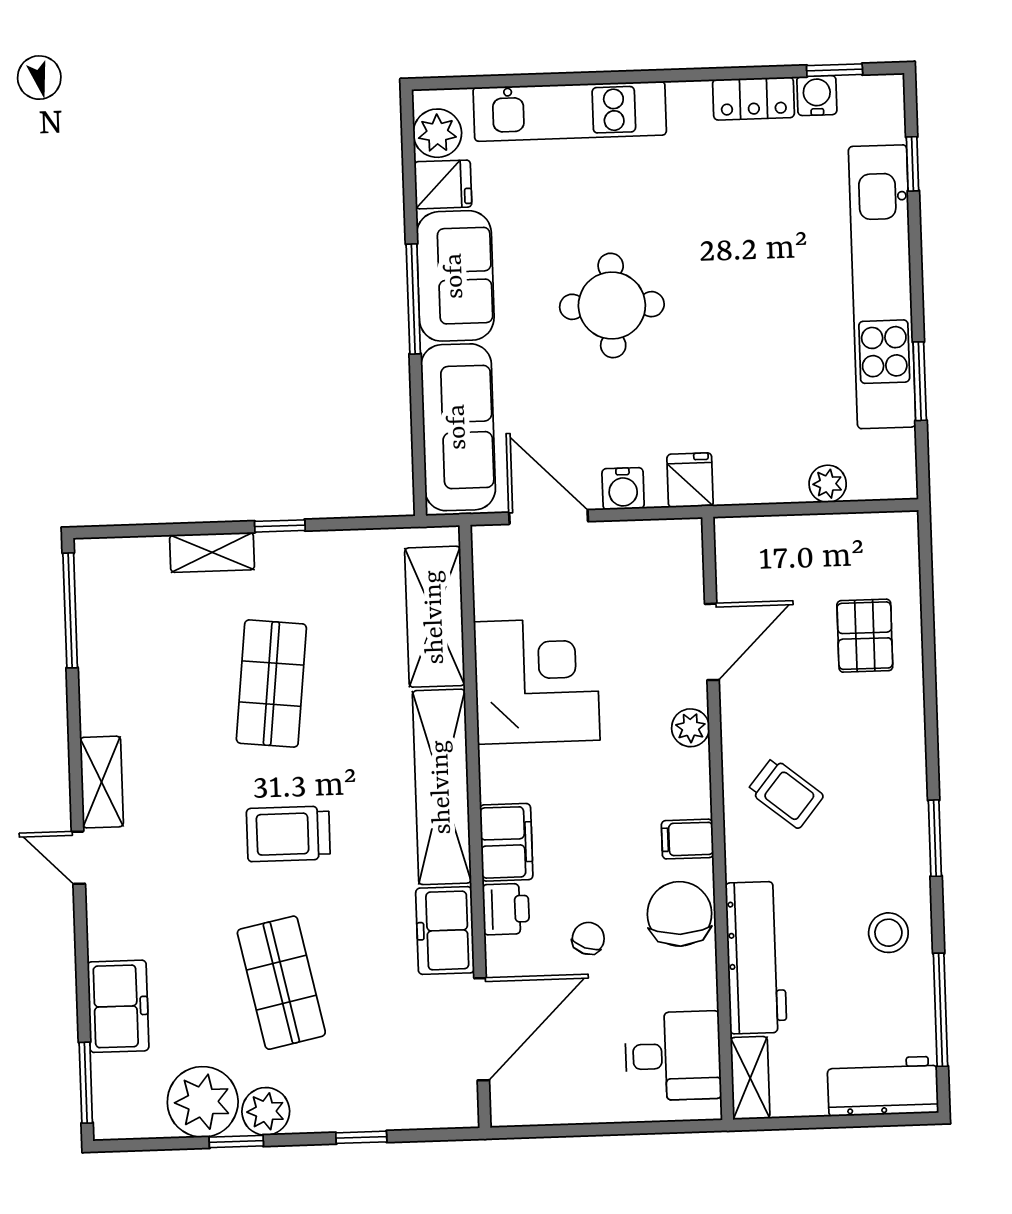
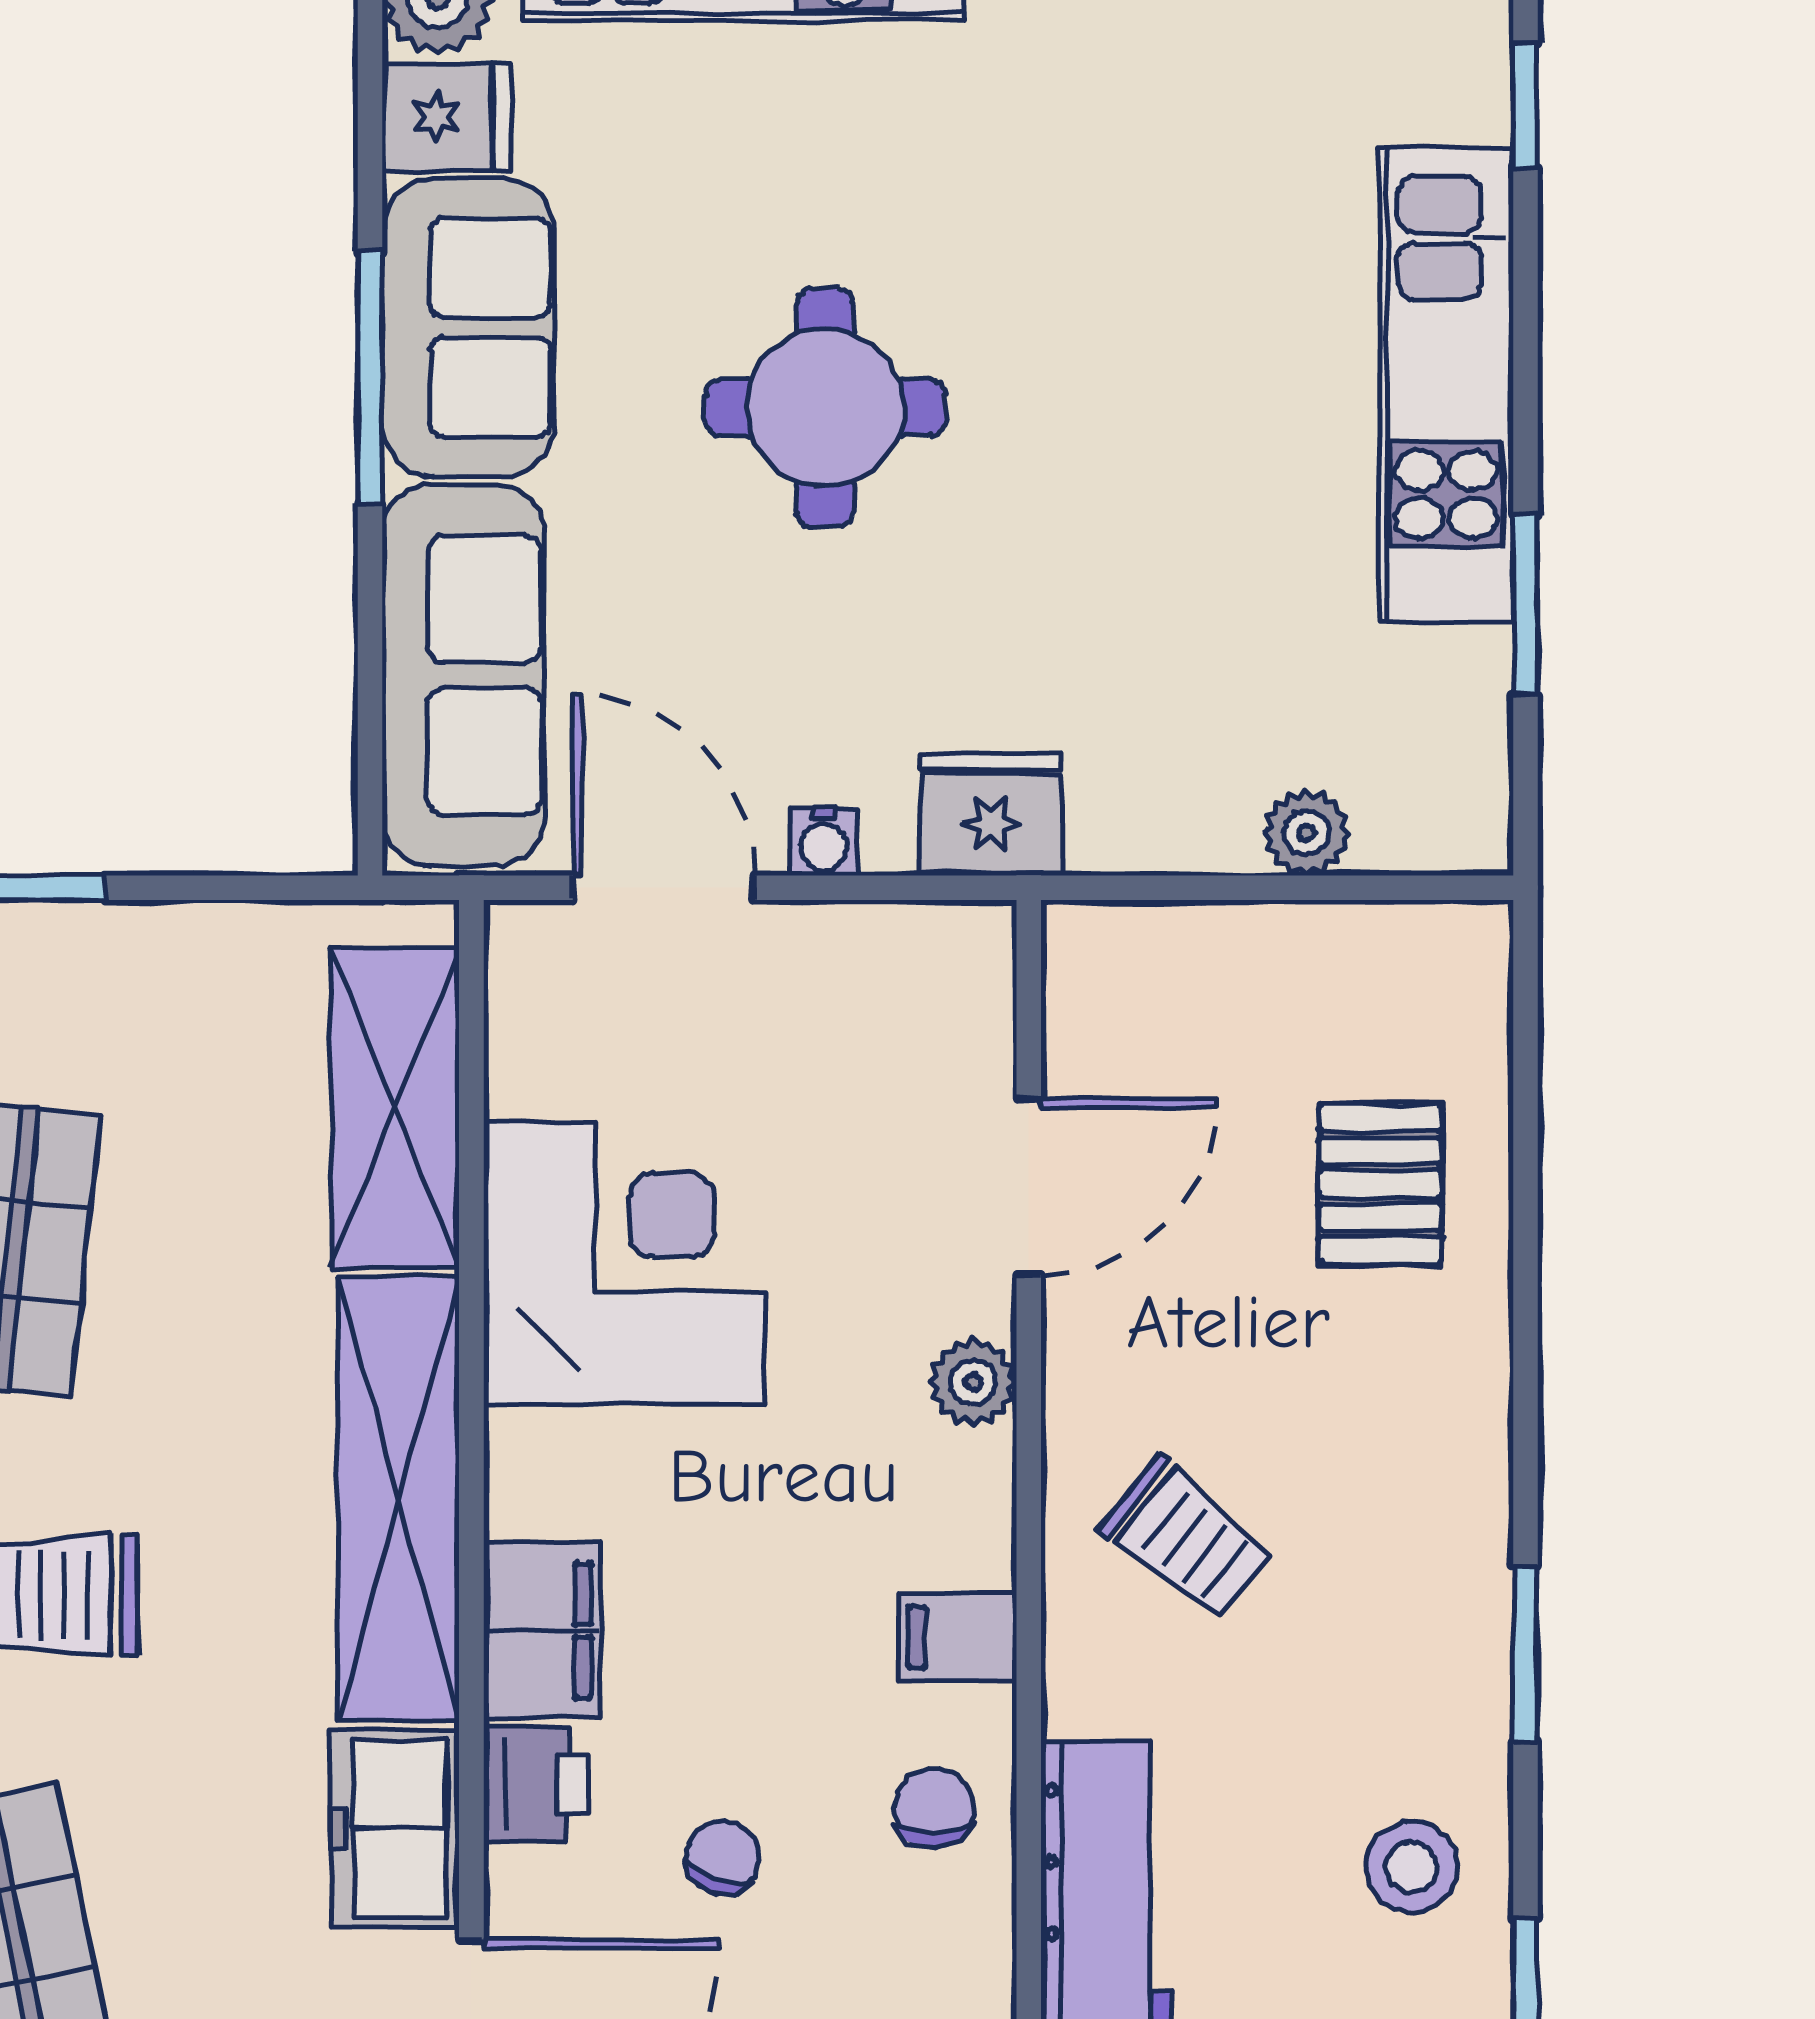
kitchen unit: (882, 287) -> (1446, 385), width x0.73
fridge: (690, 480) -> (991, 814), width x1.38
water cooler: (623, 489) -> (824, 841), width x0.72, depth x0.72
chair: (679, 914) -> (934, 1808), width x0.54, depth x0.54

